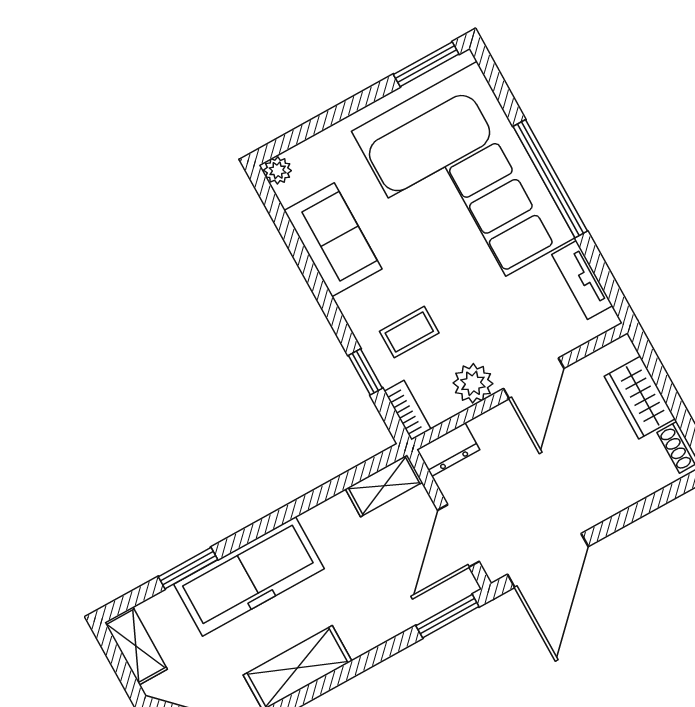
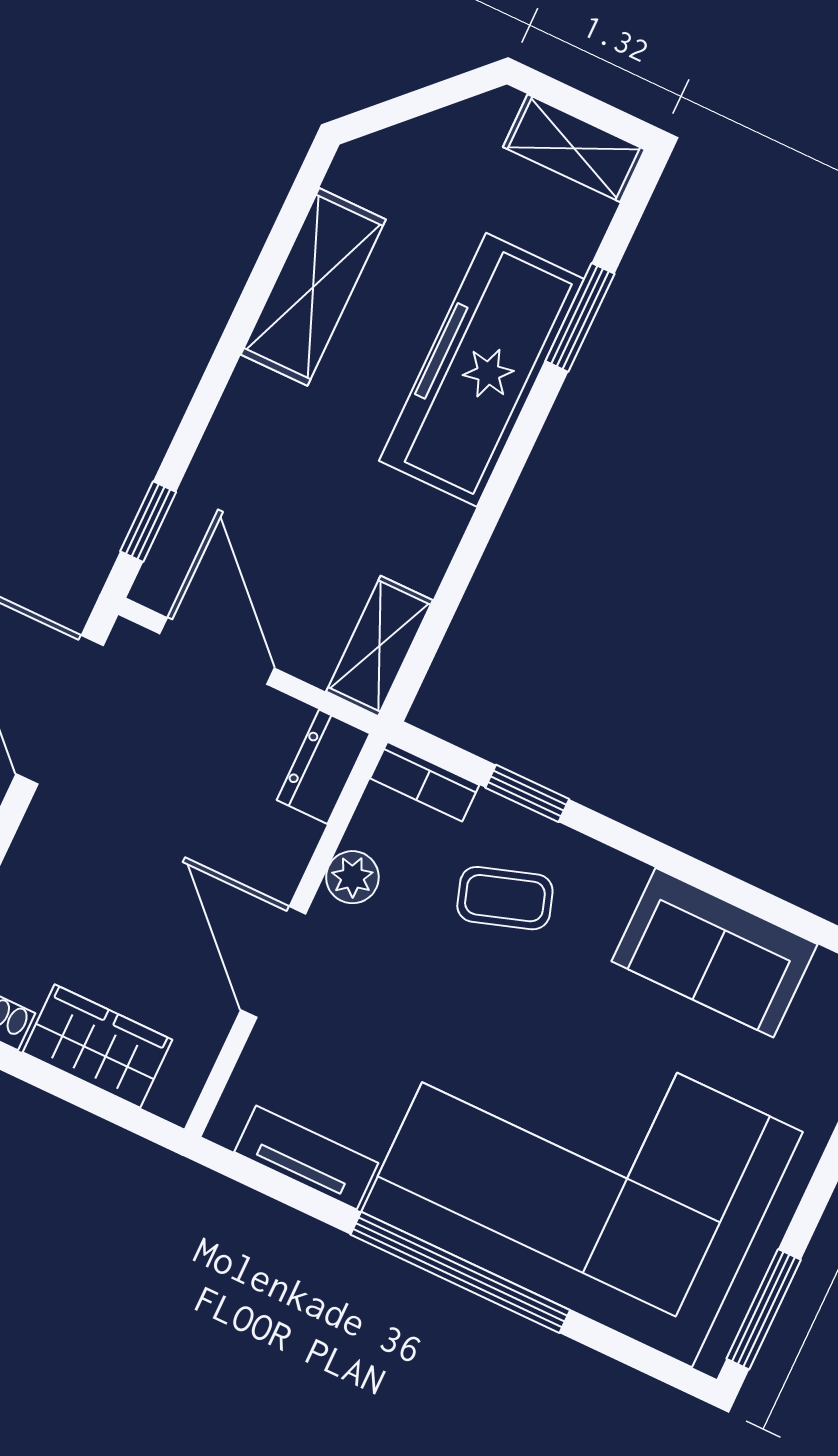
coffee table: (409, 332) -> (505, 898), turned 72
plant: (473, 383) -> (352, 877), width x0.73, depth x0.73
window: (447, 616) -> (148, 522), width x0.67

